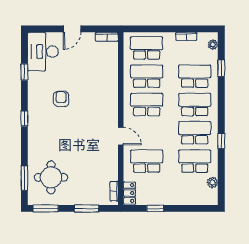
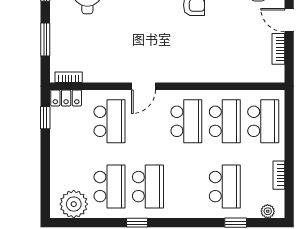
bookcase: (107, 37) -> (278, 49), moved
school desk: (195, 104) -> (186, 187), removed
plant: (212, 183) -> (74, 204), width x1.87, depth x1.87
window: (155, 208) -> (45, 118), moved

